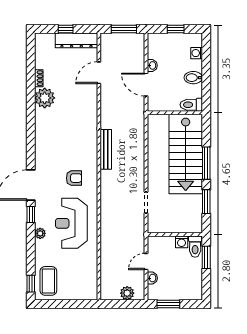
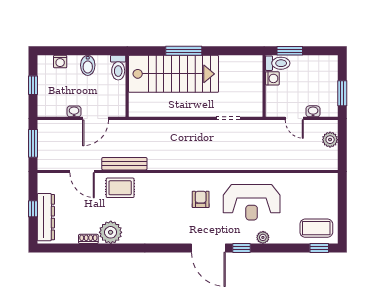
dresser: (76, 40) -> (46, 217), moved
rug: (84, 106) -> (120, 188), added
bench: (106, 149) -> (124, 164), moved
window: (206, 202) -> (227, 51), removed

